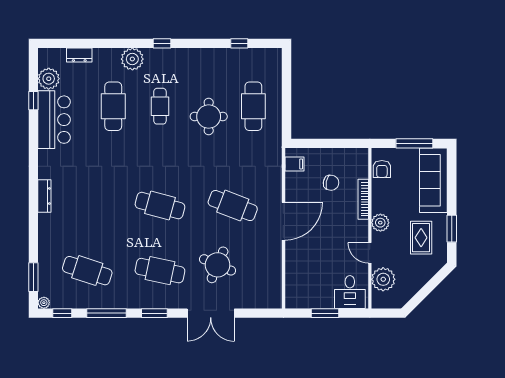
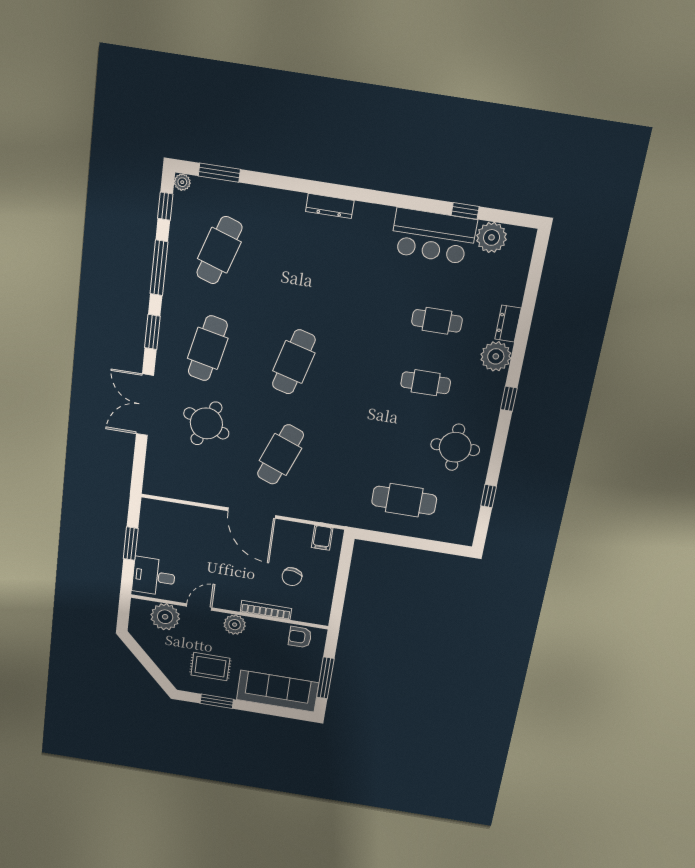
dresser: (79, 55) -> (508, 324), moved
cafe table: (113, 106) -> (437, 321), width x0.73, depth x0.74
round table: (209, 117) -> (455, 447), moved

